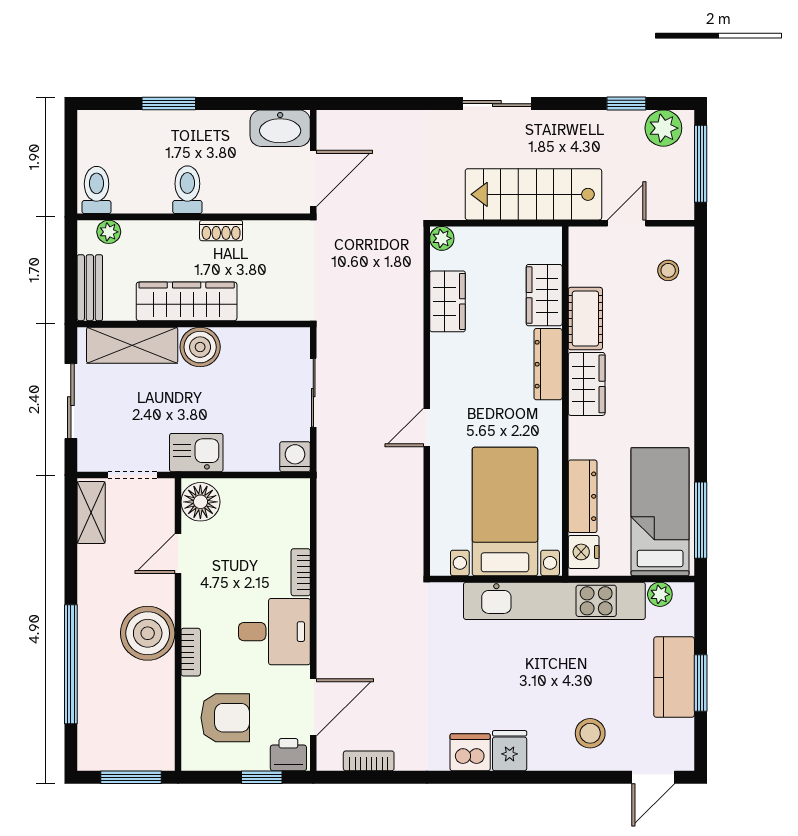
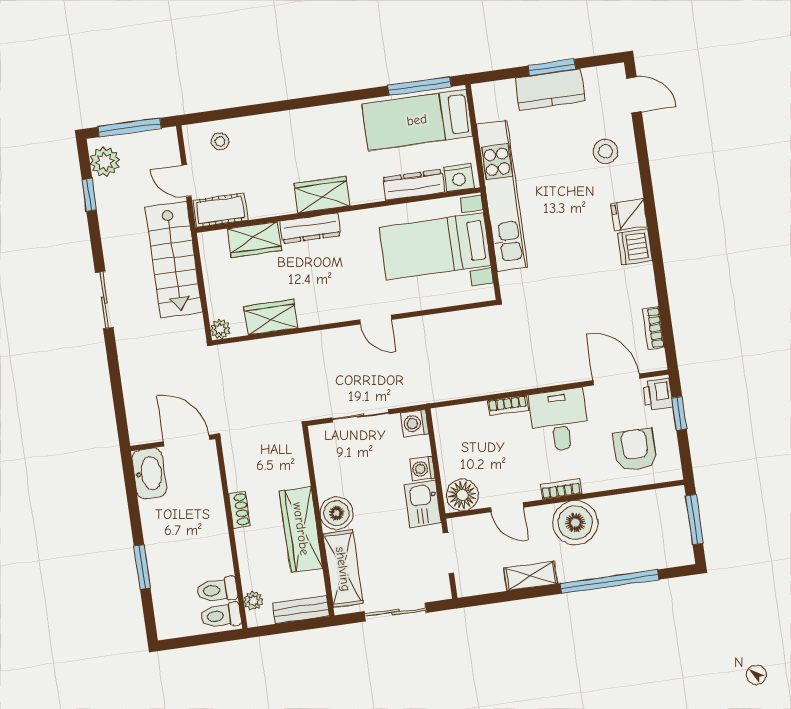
toilet: (187, 190) -> (217, 590), moved
cot: (585, 319) -> (220, 210), moved
washing machine: (239, 458) -> (422, 469), added
shelving: (91, 513) -> (531, 576), moved
plant: (660, 594) -> (484, 111), removed
bookcase: (191, 652) -> (561, 489), moved

